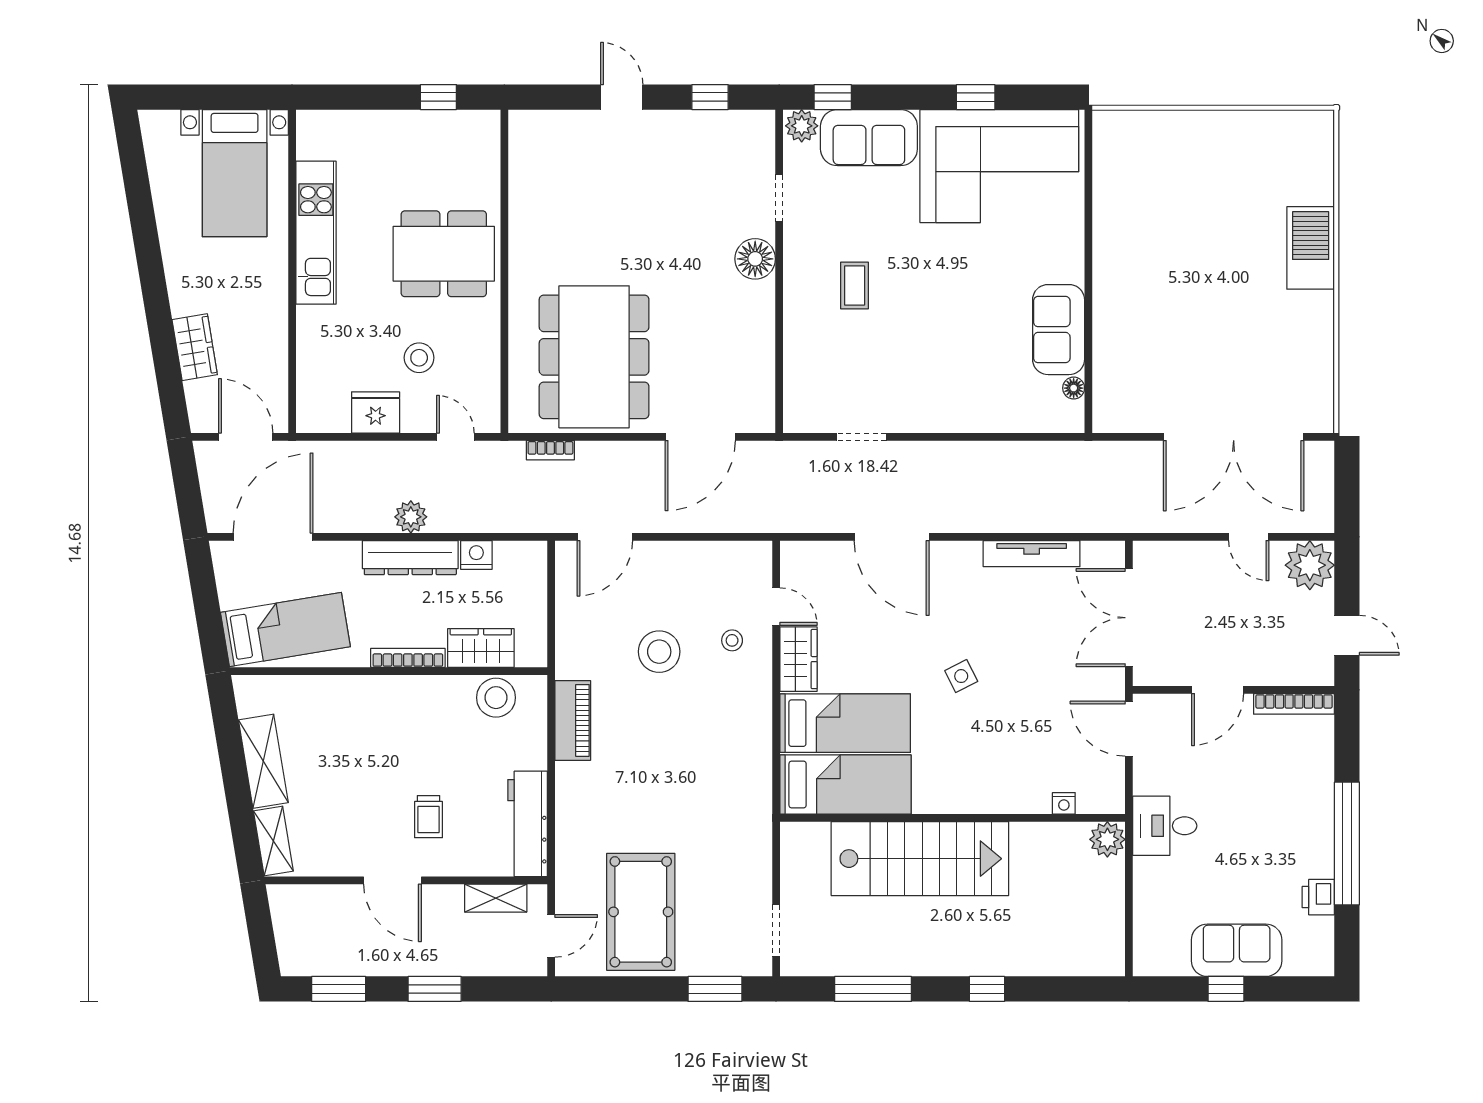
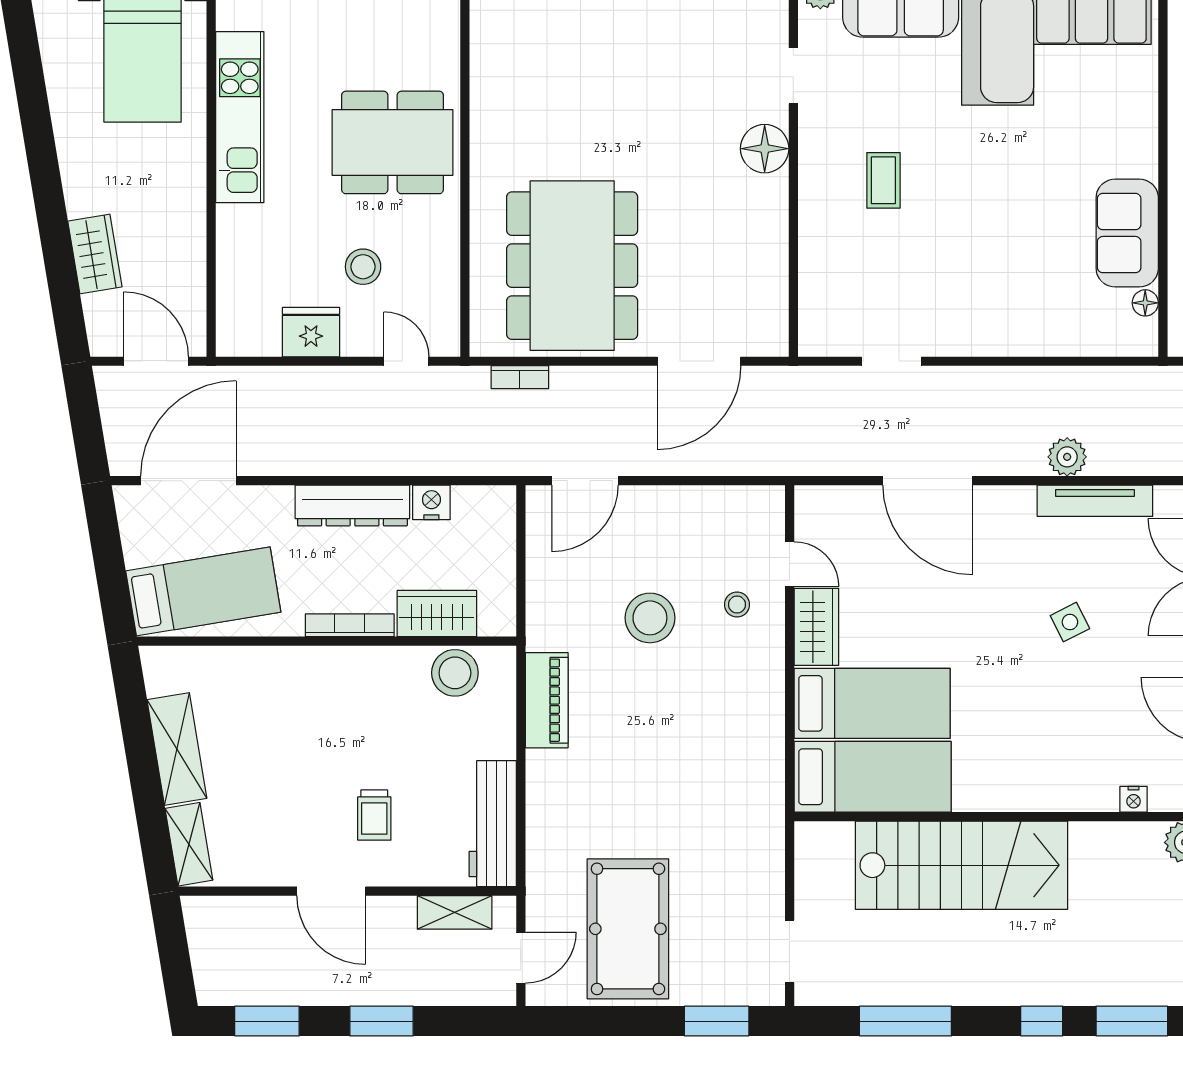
plant: (411, 517) -> (1067, 457), moved
side table: (961, 676) -> (1070, 622), moved
window: (1062, 989) -> (1132, 1021), added

